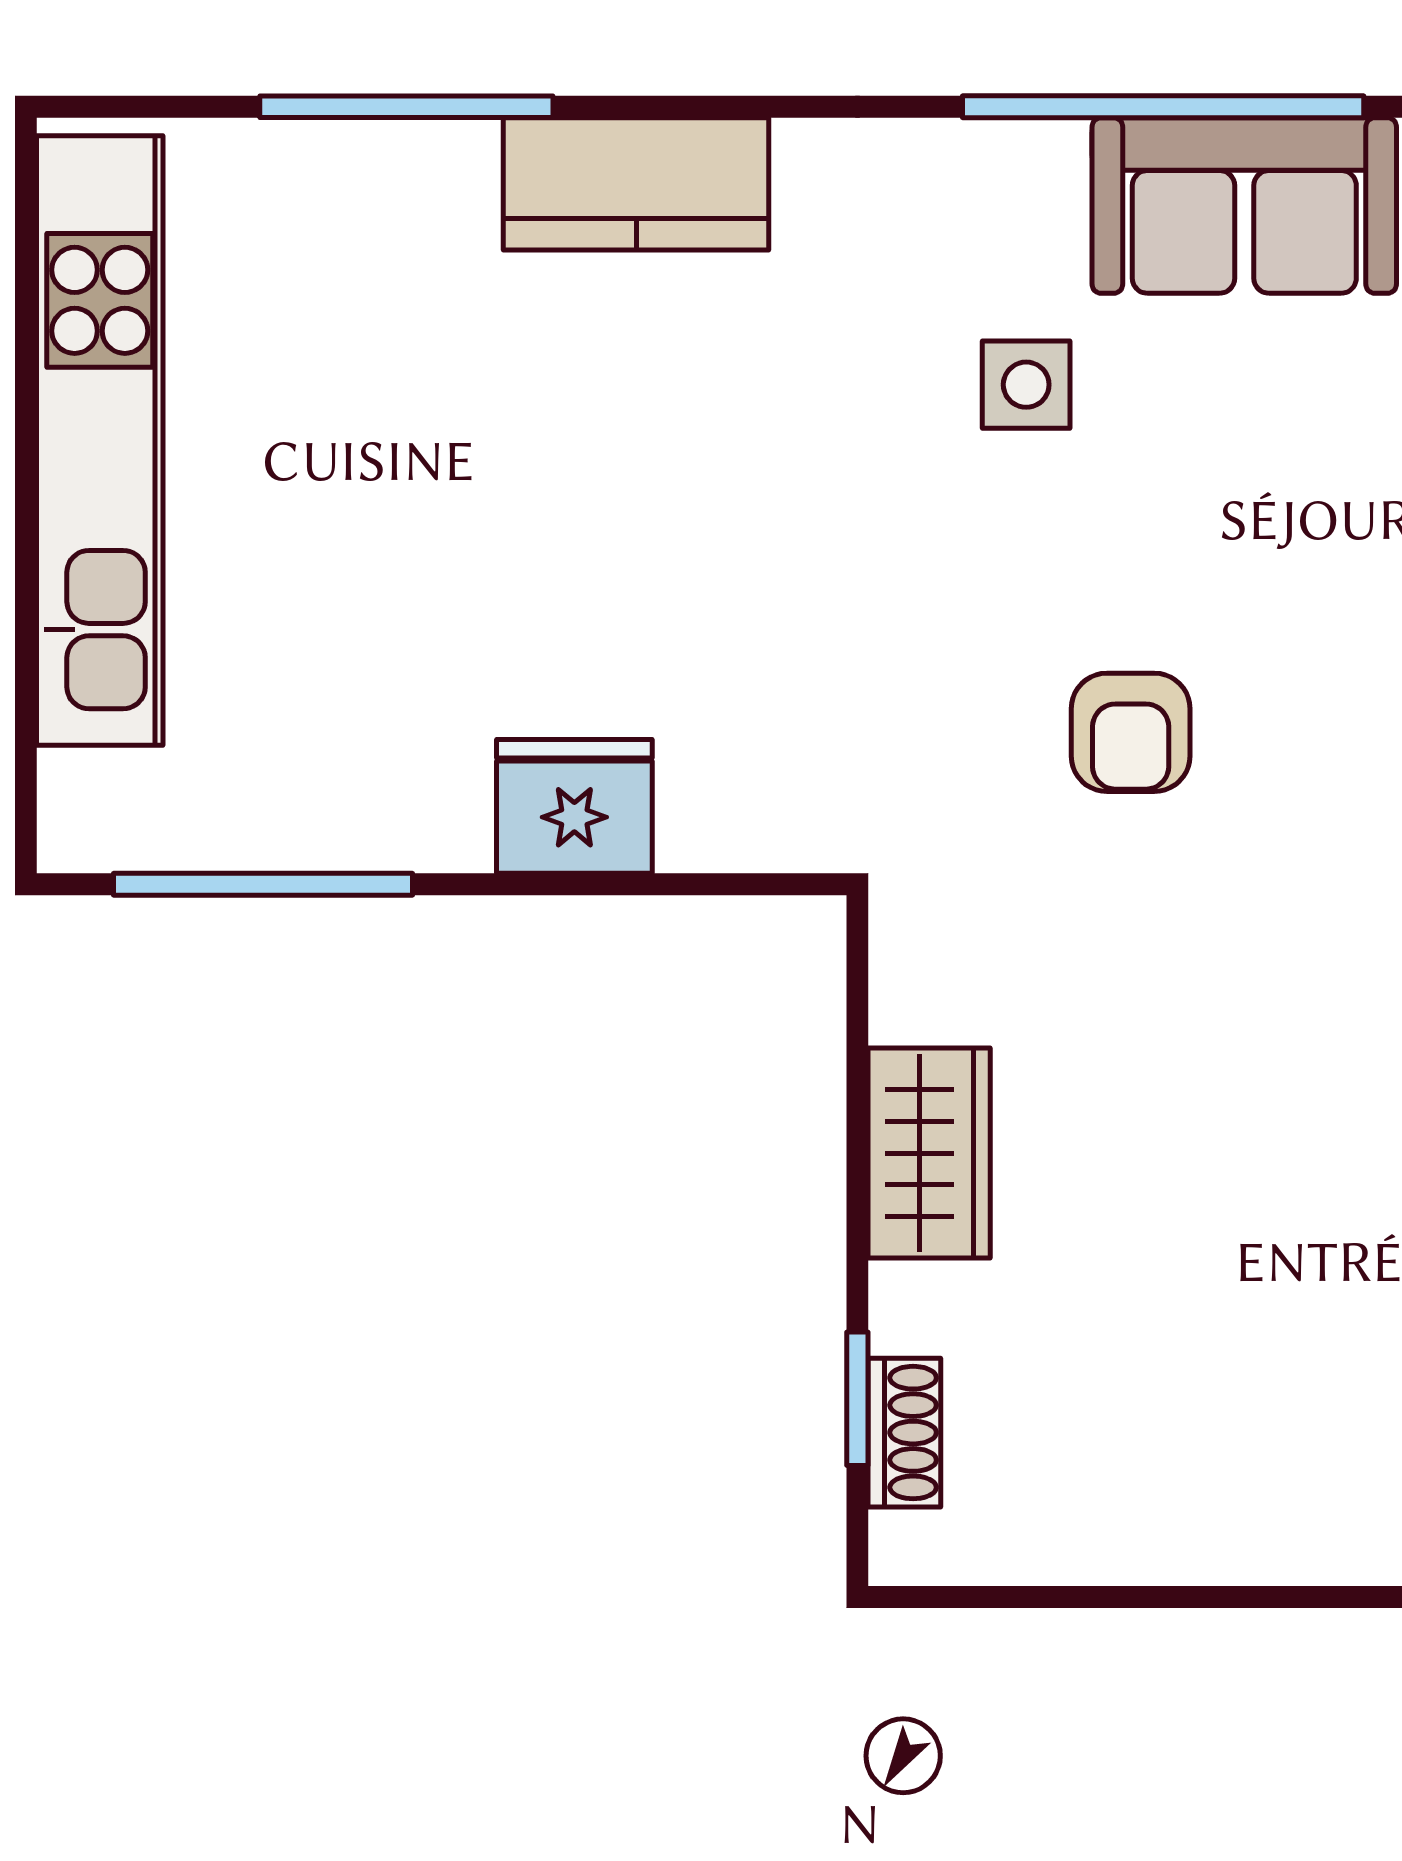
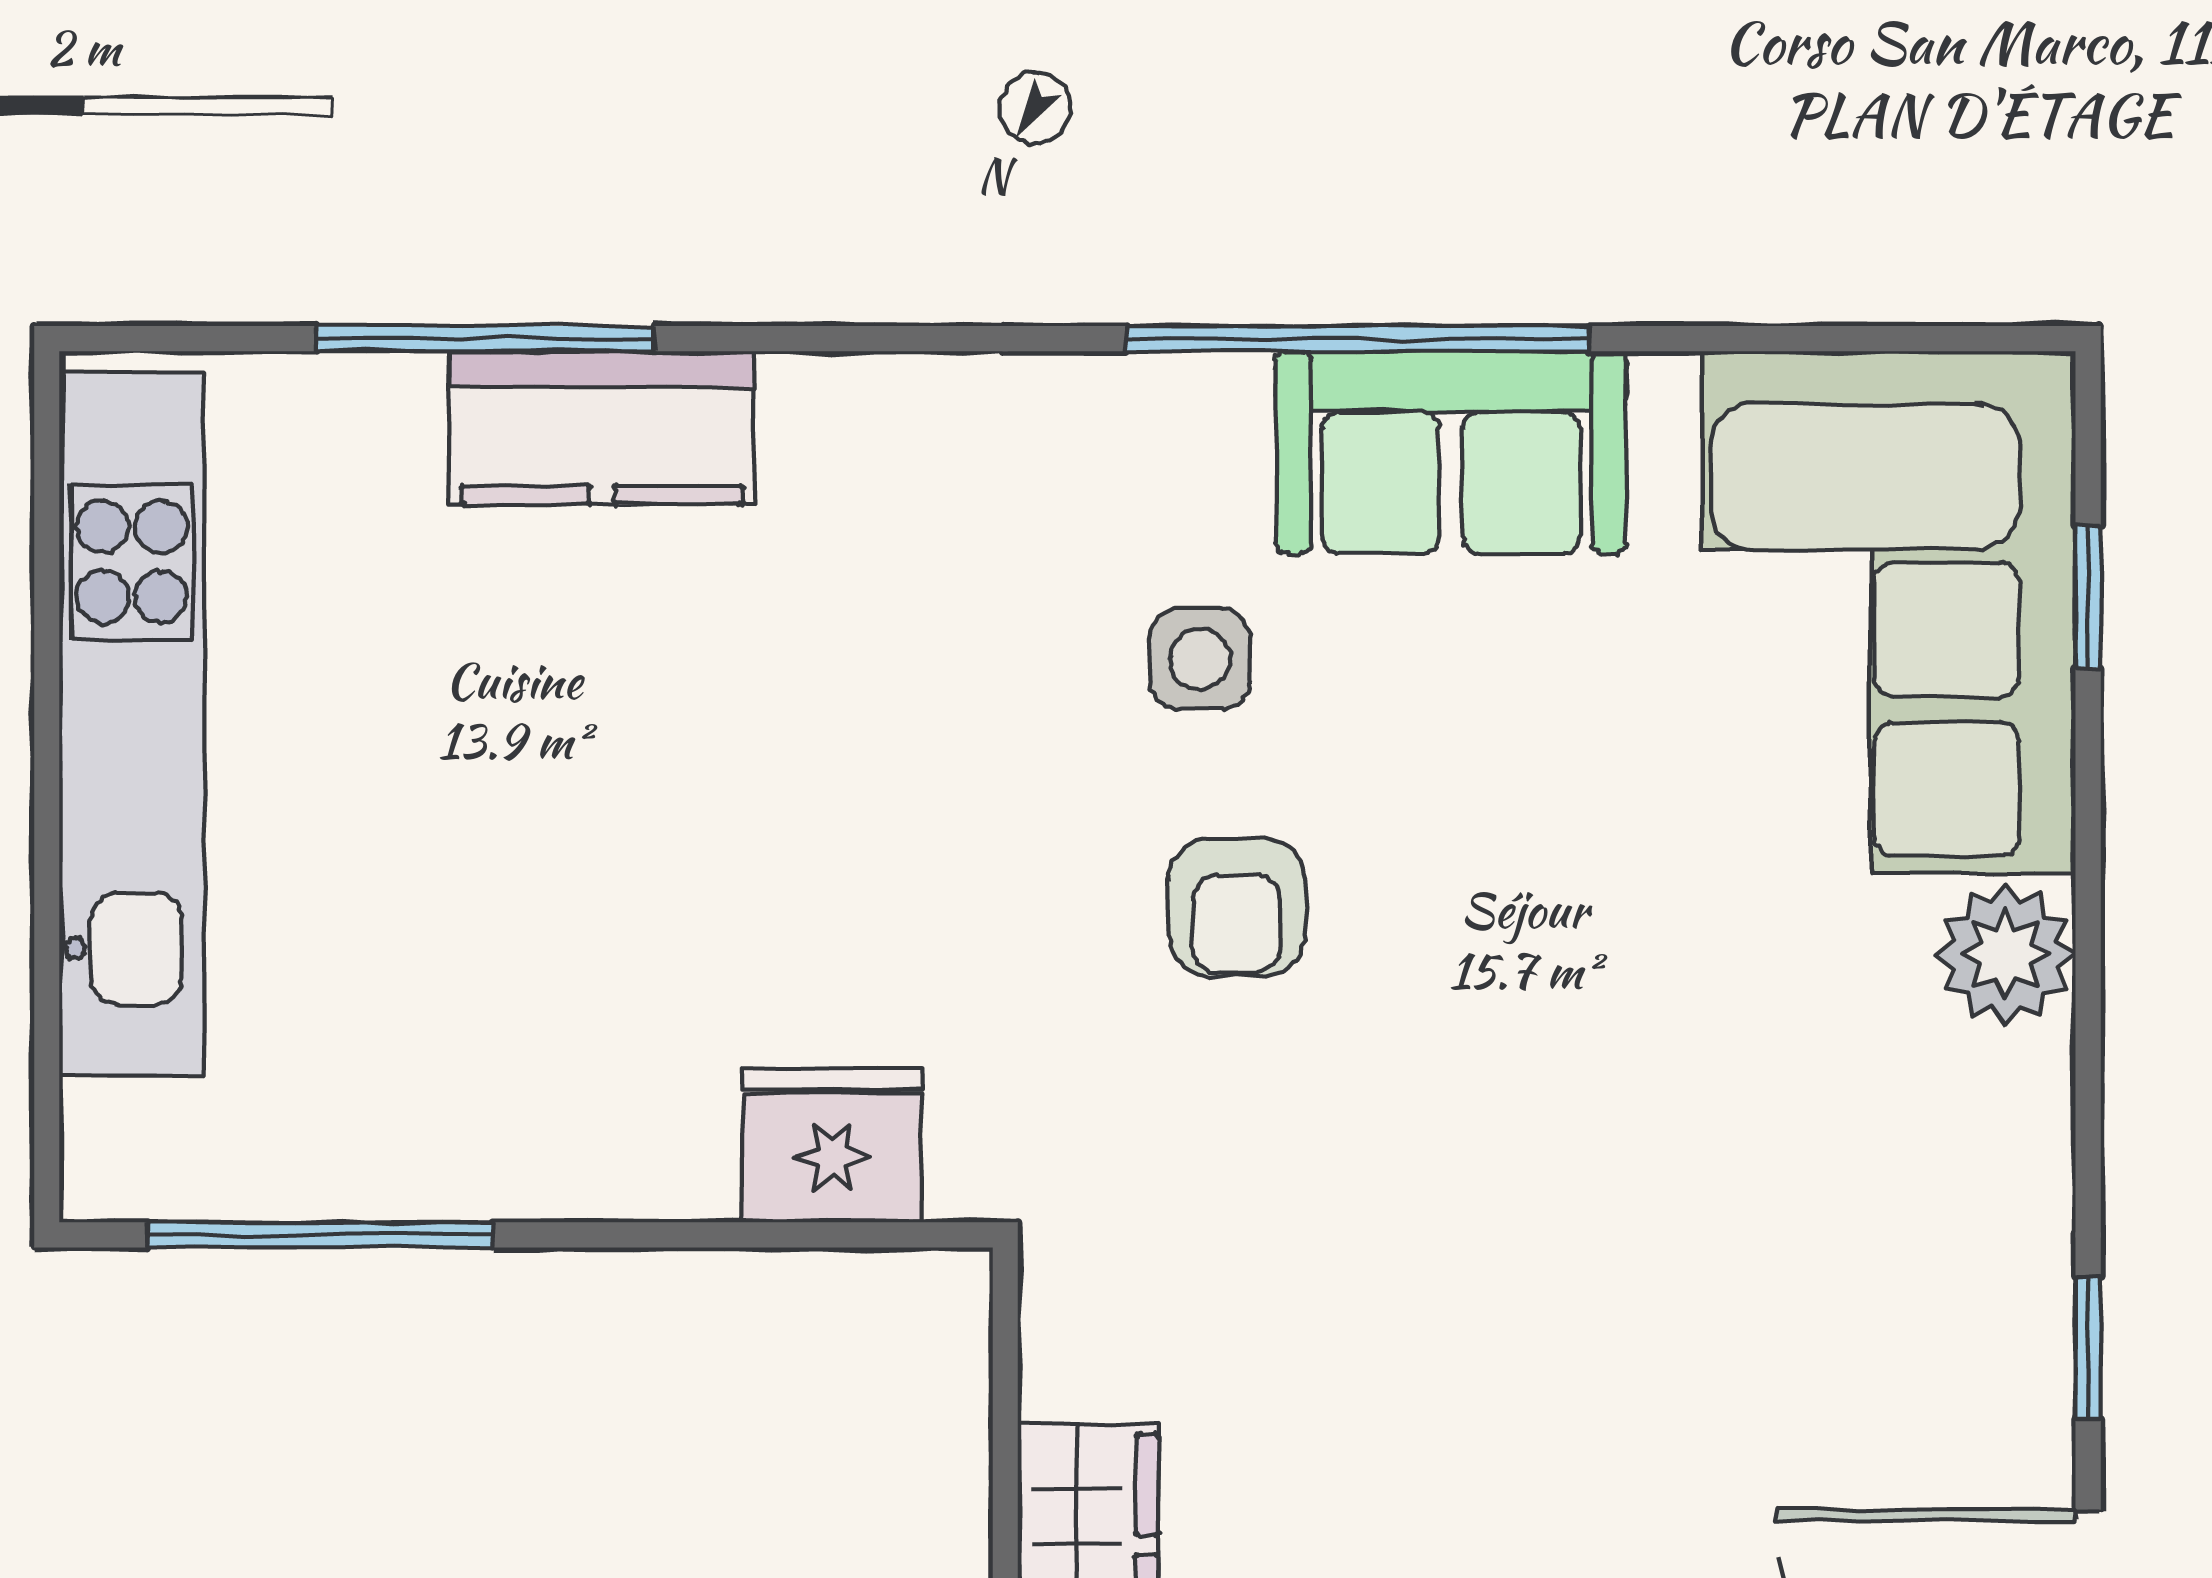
kitchen counter: (636, 184) -> (602, 428), moved
armchair: (1131, 732) -> (1237, 907), moved
fridge: (574, 806) -> (832, 1145), moved

